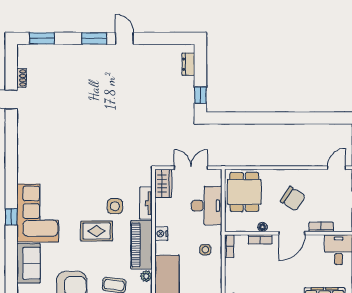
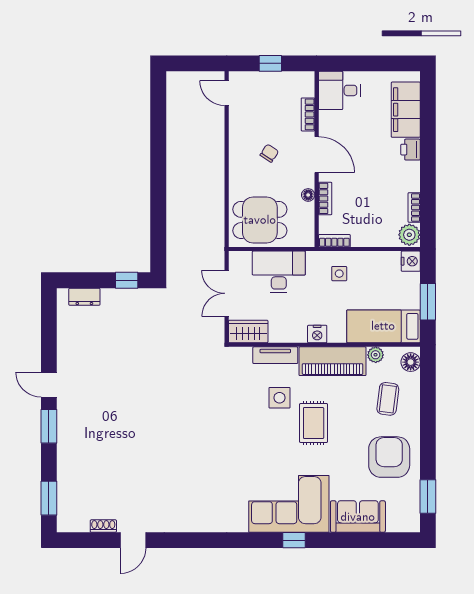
door: (124, 38) -> (49, 385), hinge flipped
chair: (293, 199) -> (269, 153), width x0.54, depth x0.54

